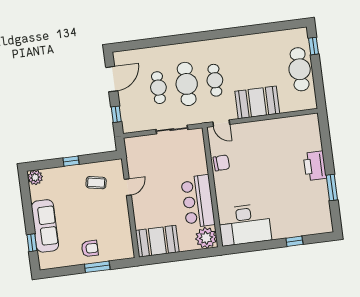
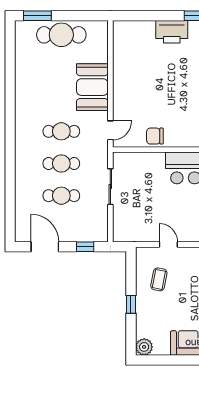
window: (314, 46) -> (37, 16), width x1.50
cafe table: (187, 84) -> (61, 164), width x0.73, depth x0.74
chair: (221, 163) -> (155, 136), turned -87

